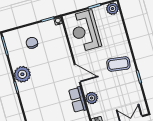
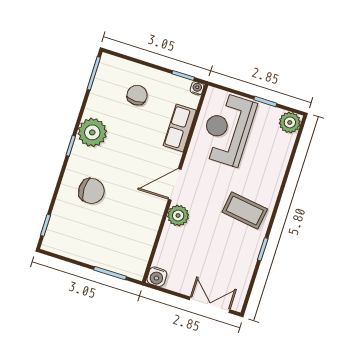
door: (77, 73) -> (175, 184), swing flipped
plant: (92, 98) -> (178, 216), moved
row of seats: (77, 100) -> (180, 128), moved
chair: (40, 102) -> (91, 191), added

